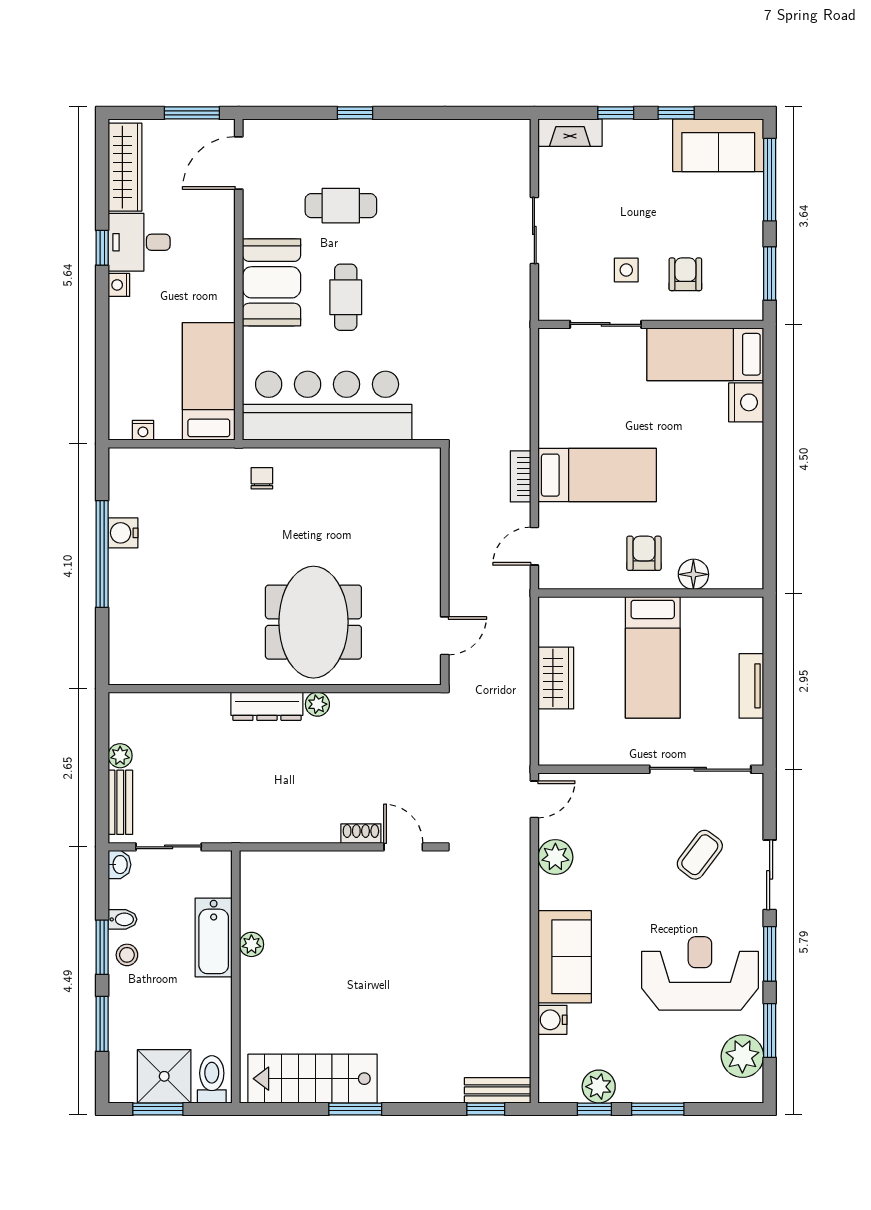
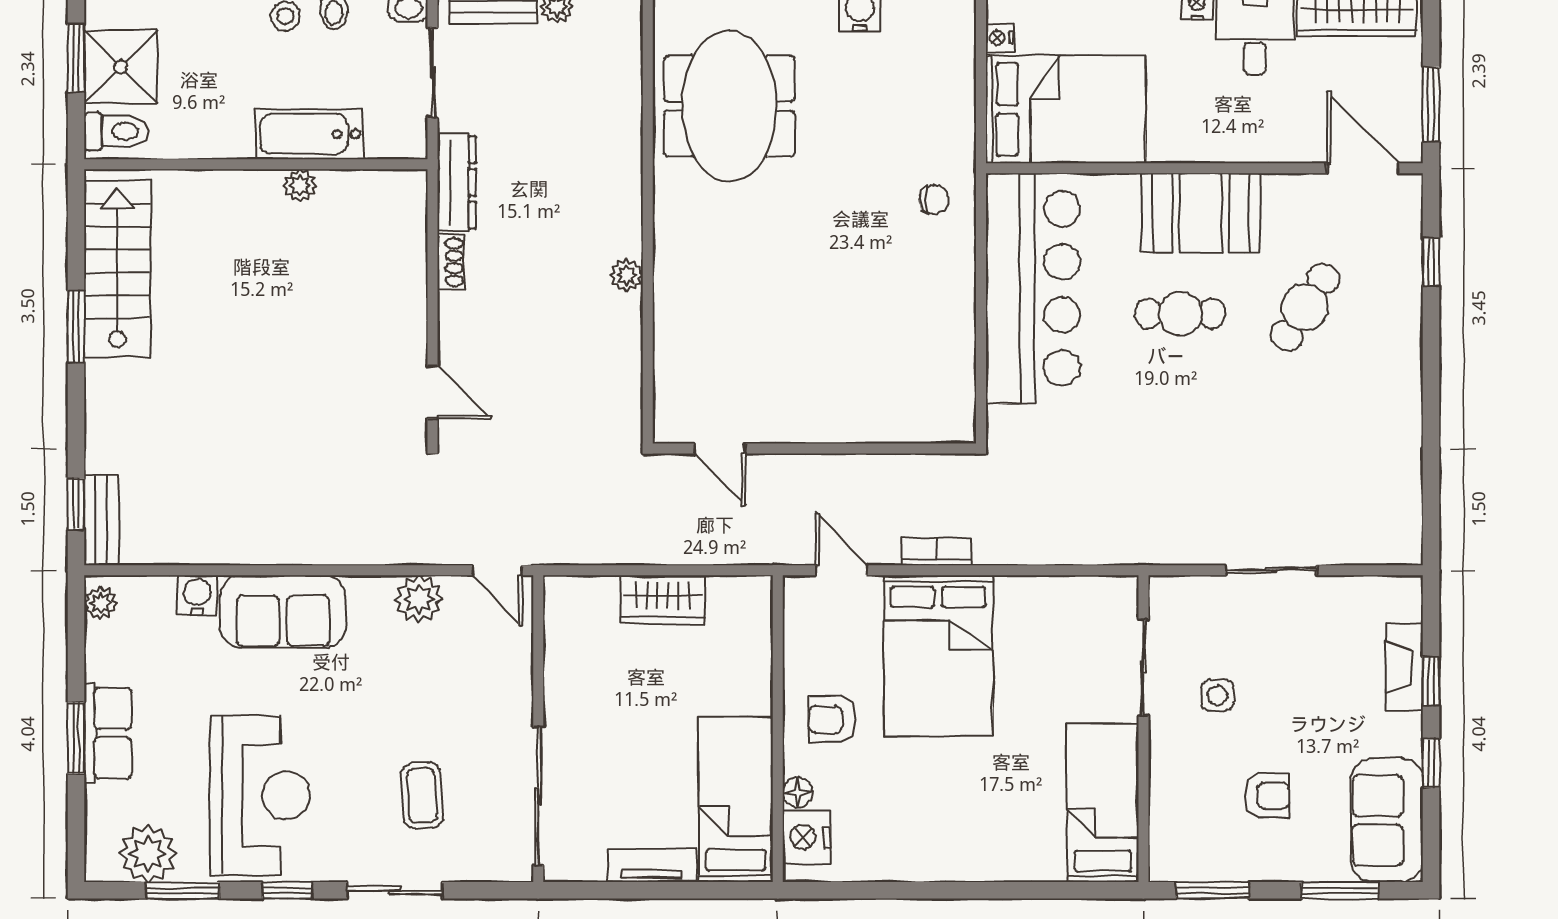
window: (355, 113) -> (1431, 262), moved
fireplace: (570, 133) -> (1404, 667), moved
window: (770, 180) -> (1340, 890), width x0.69
cafe table: (341, 206) -> (1305, 307), turned 33
armchair: (685, 274) -> (1267, 796), moved
bed: (209, 381) -> (1066, 109), width x1.50
nightstand: (746, 402) -> (806, 837), moved, turned 90
bed: (597, 475) -> (938, 656), width x1.50
armchair: (644, 553) -> (832, 719), turned 180
floor lamp: (693, 574) -> (798, 792), width x0.73, depth x0.73
meeting table: (313, 622) -> (729, 106), moved, turned 90
bed: (653, 657) -> (736, 800), moved, turned 90
dresser: (267, 706) -> (457, 182), moved, turned 180
shoe rack: (361, 834) -> (451, 262), moved
door: (403, 847) -> (433, 392), hinge flipped
coffee table: (700, 855) -> (422, 795), turned 49
window: (770, 954) -> (287, 890), width x0.67
row of seats: (654, 1086) -> (108, 733), added
plant: (599, 1087) -> (100, 603), moved, width x0.73, depth x0.73
window: (594, 1109) -> (76, 652), removed

